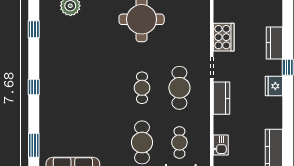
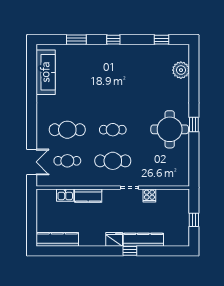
cooker: (224, 37) -> (149, 196), width x0.53, depth x0.76
kitchen counter: (274, 43) -> (143, 240), width x1.50
kitchen counter: (221, 98) -> (88, 196), moved
window: (34, 145) -> (76, 40), moved

